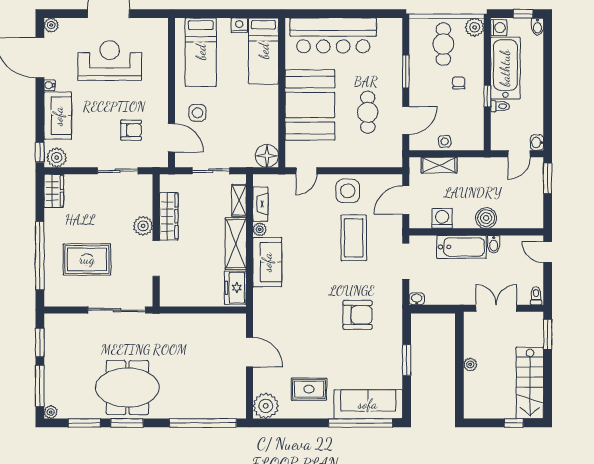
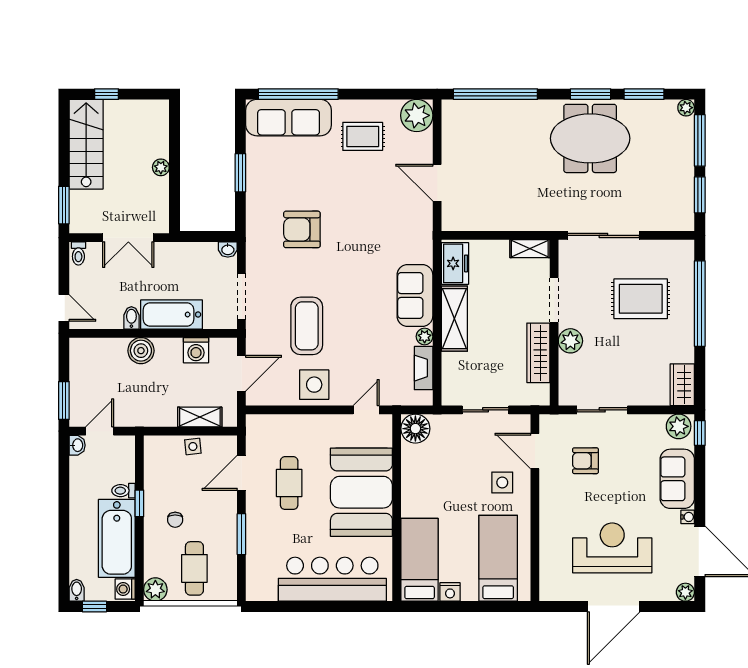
reception desk: (110, 60) -> (612, 548), turned 180
shelving: (239, 200) -> (530, 249), moved, turned 90

